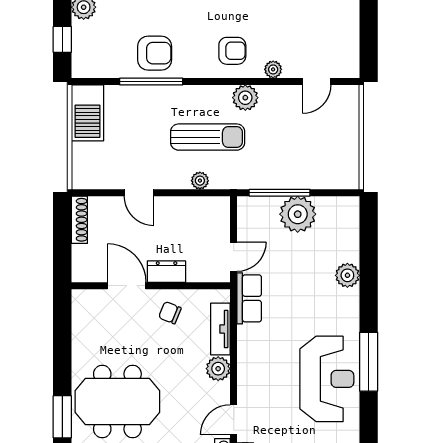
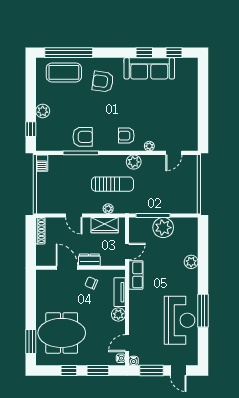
armchair: (232, 51) -> (126, 136), turned 180
barbecue: (88, 113) -> (42, 163), width x0.53, depth x0.65
wardrobe: (194, 210) -> (105, 225), added

